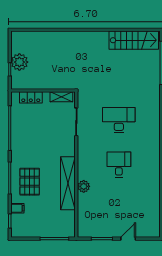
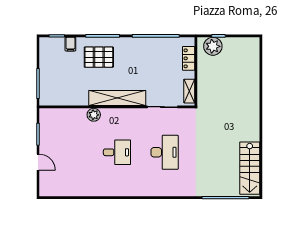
plant: (19, 62) -> (213, 46), moved
shelving: (68, 183) -> (117, 98), moved

